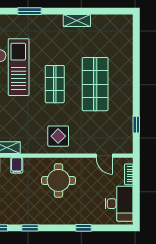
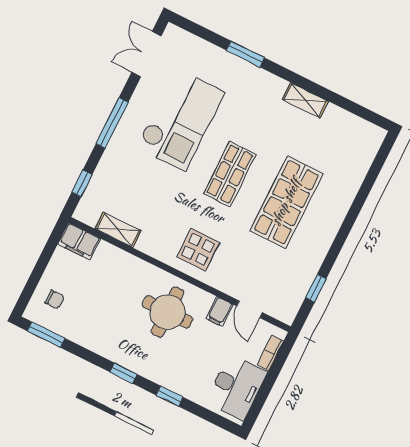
filing cabinet: (17, 165) -> (219, 312), moved
window: (30, 228) -> (124, 373), moved

